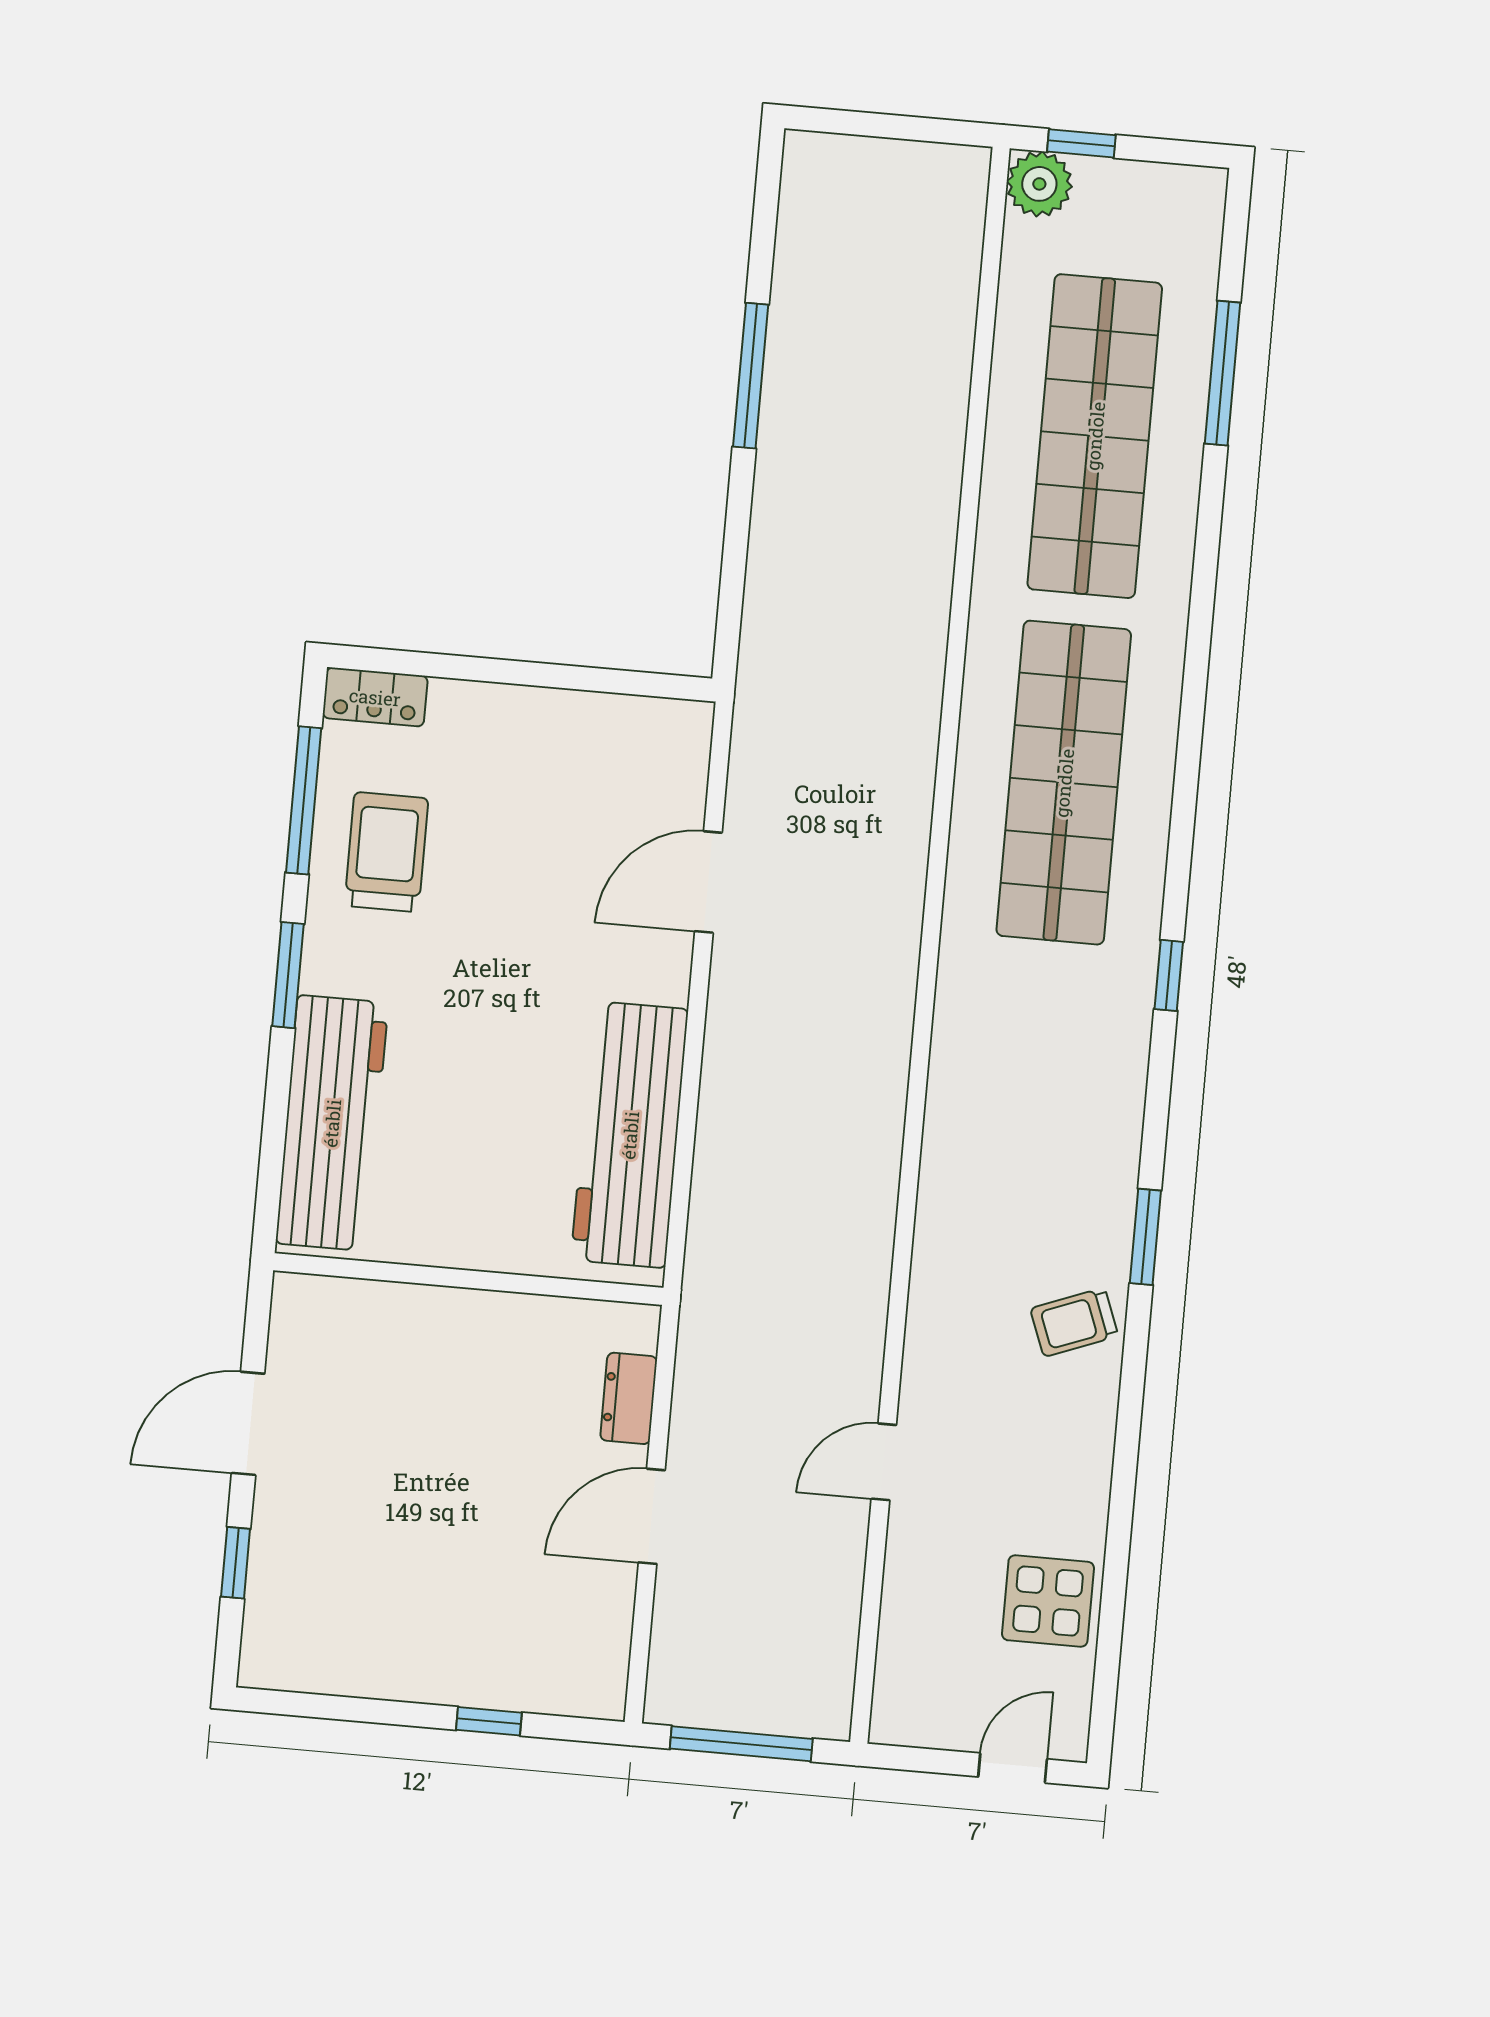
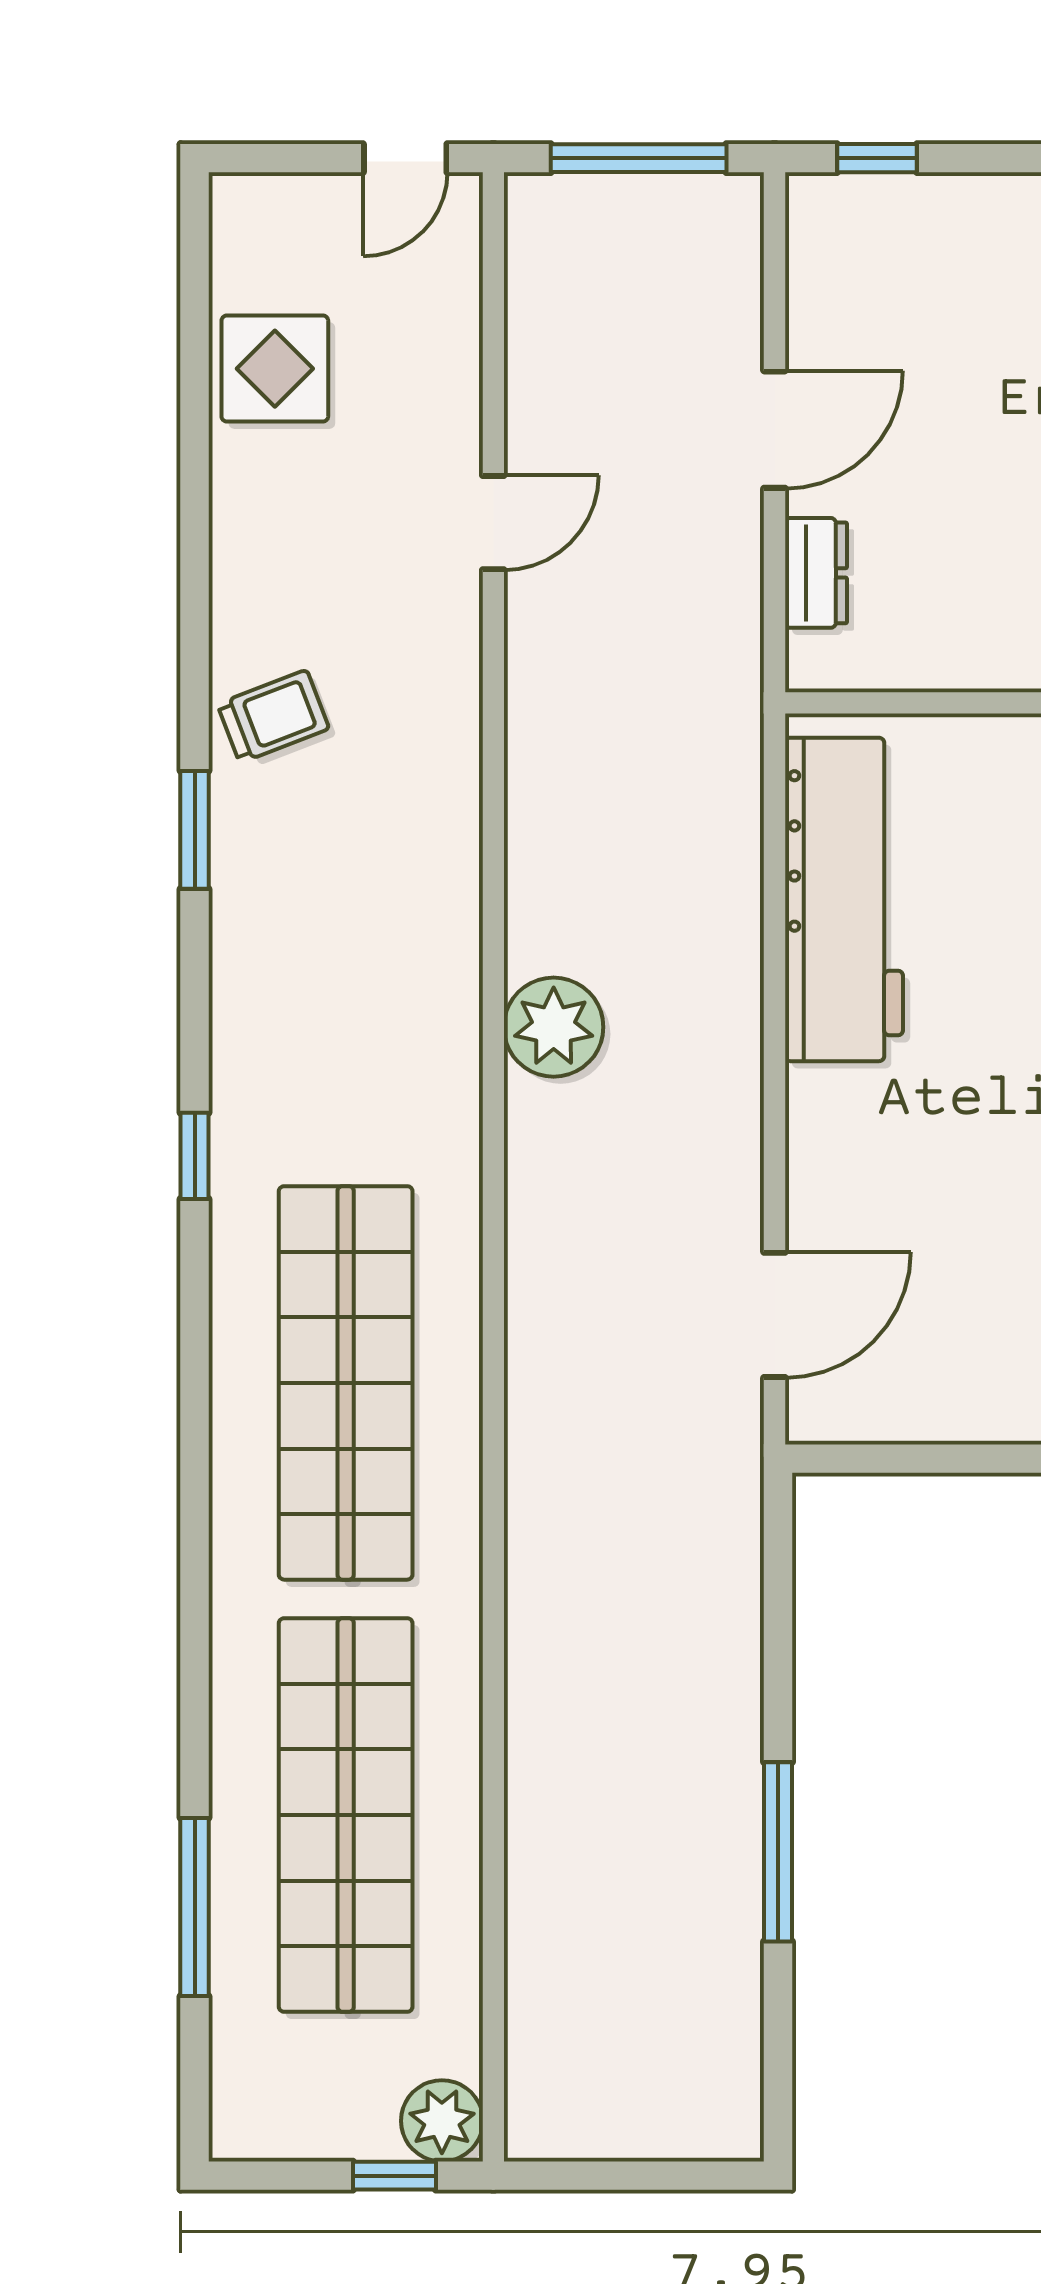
door: (708, 882) -> (774, 1315), moved
plant: (872, 1053) -> (554, 1027), added
window: (489, 1721) -> (877, 158), moved
door: (1013, 1768) -> (405, 158), moved

